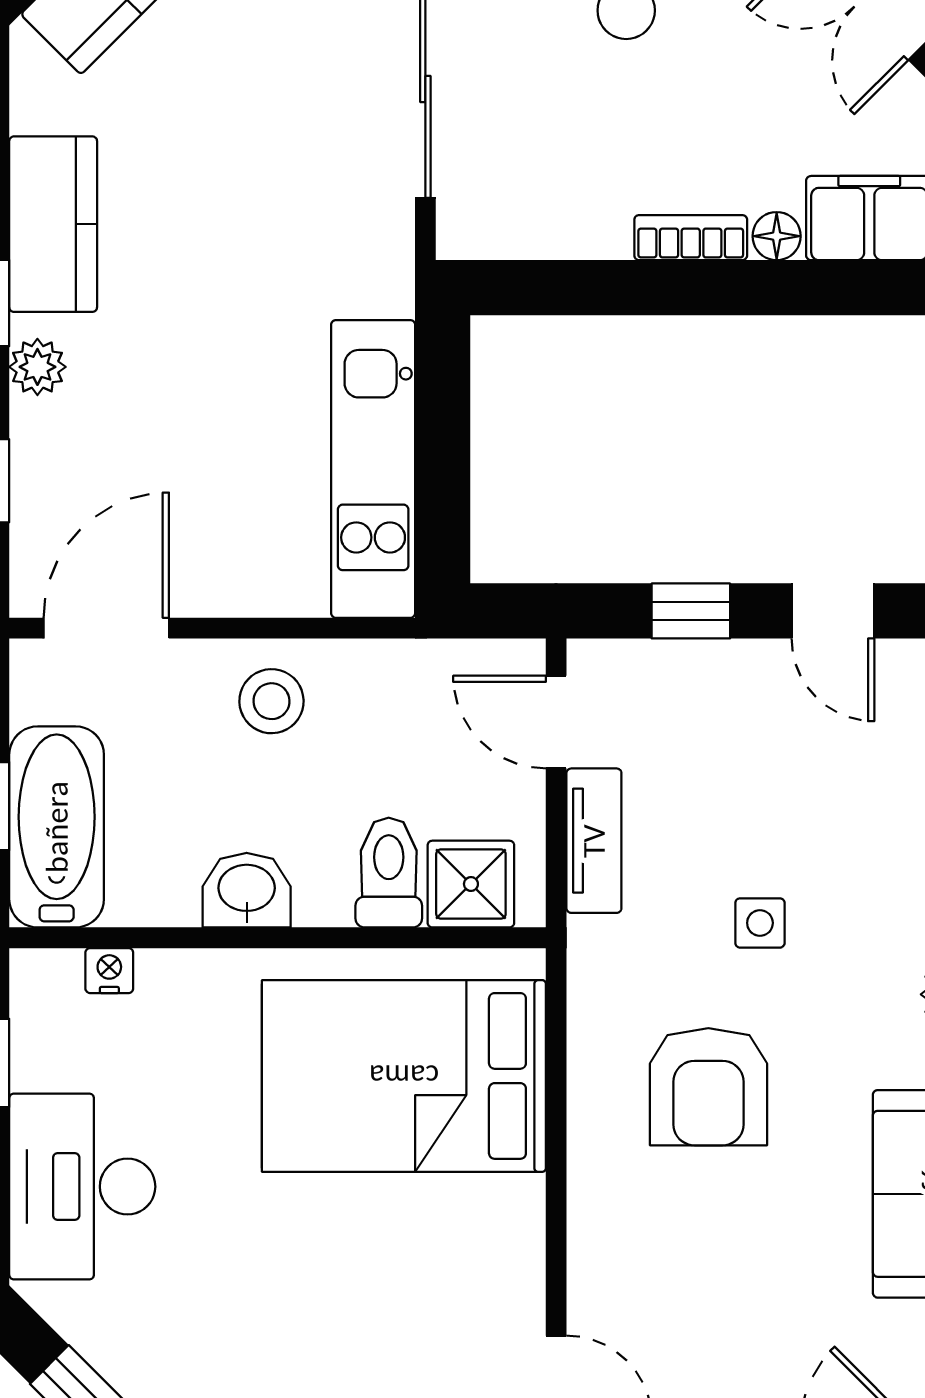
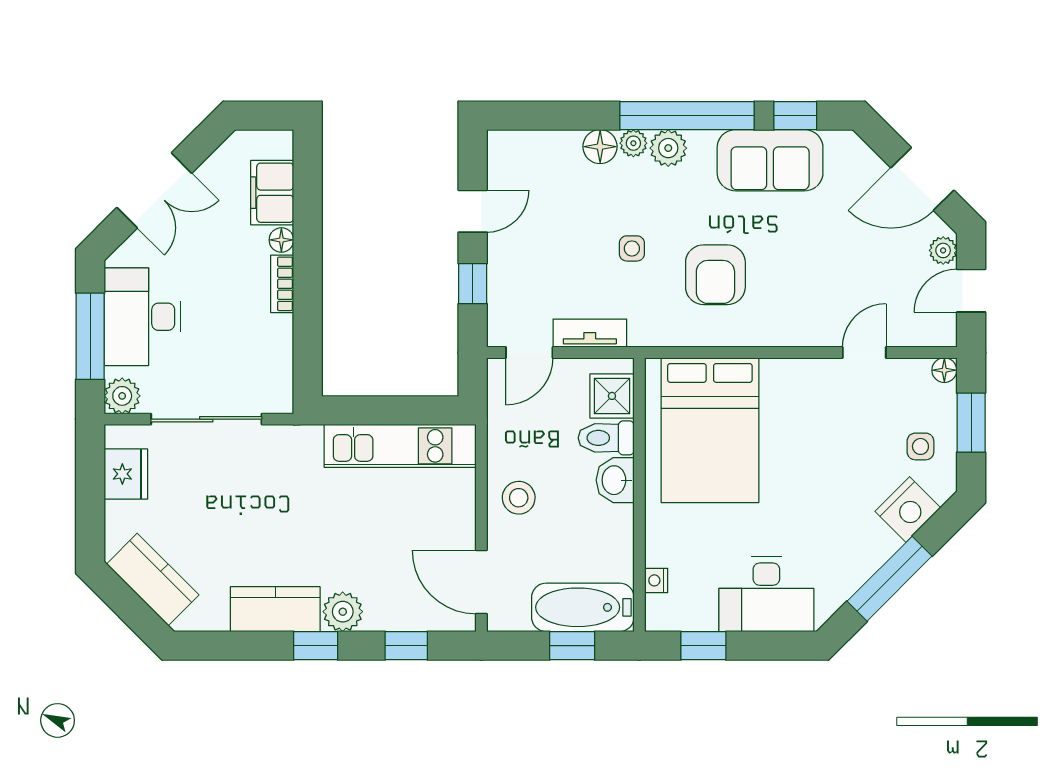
plant: (37, 367) -> (343, 612), width x1.38, depth x1.38
washbasin: (247, 890) -> (615, 480), moved
armchair: (708, 1087) -> (715, 275), turned 90

